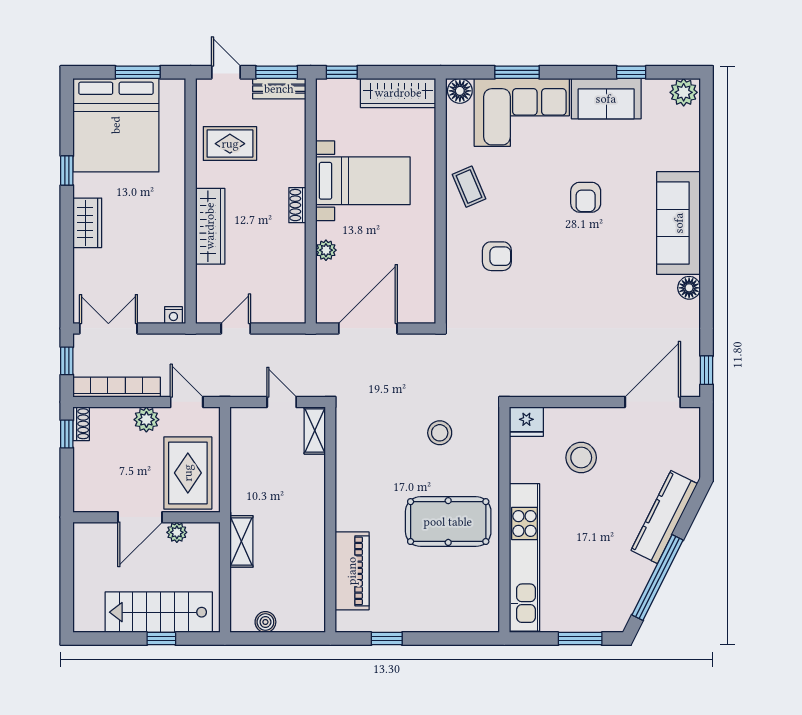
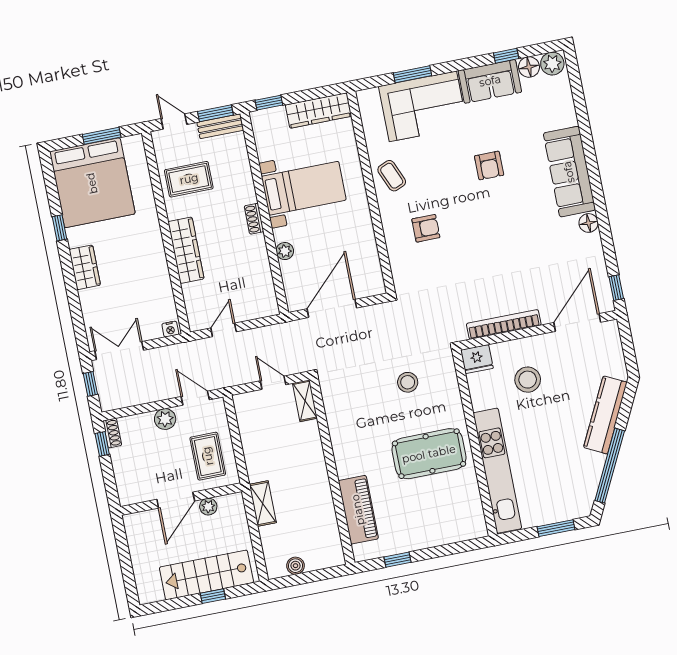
floor lamp: (460, 91) -> (529, 67), moved
bookcase: (117, 387) -> (504, 324), moved
rug: (188, 473) -> (208, 456), width x0.73, depth x0.70

